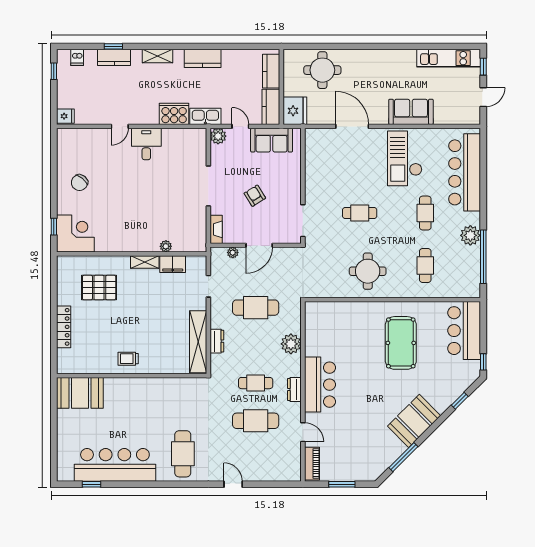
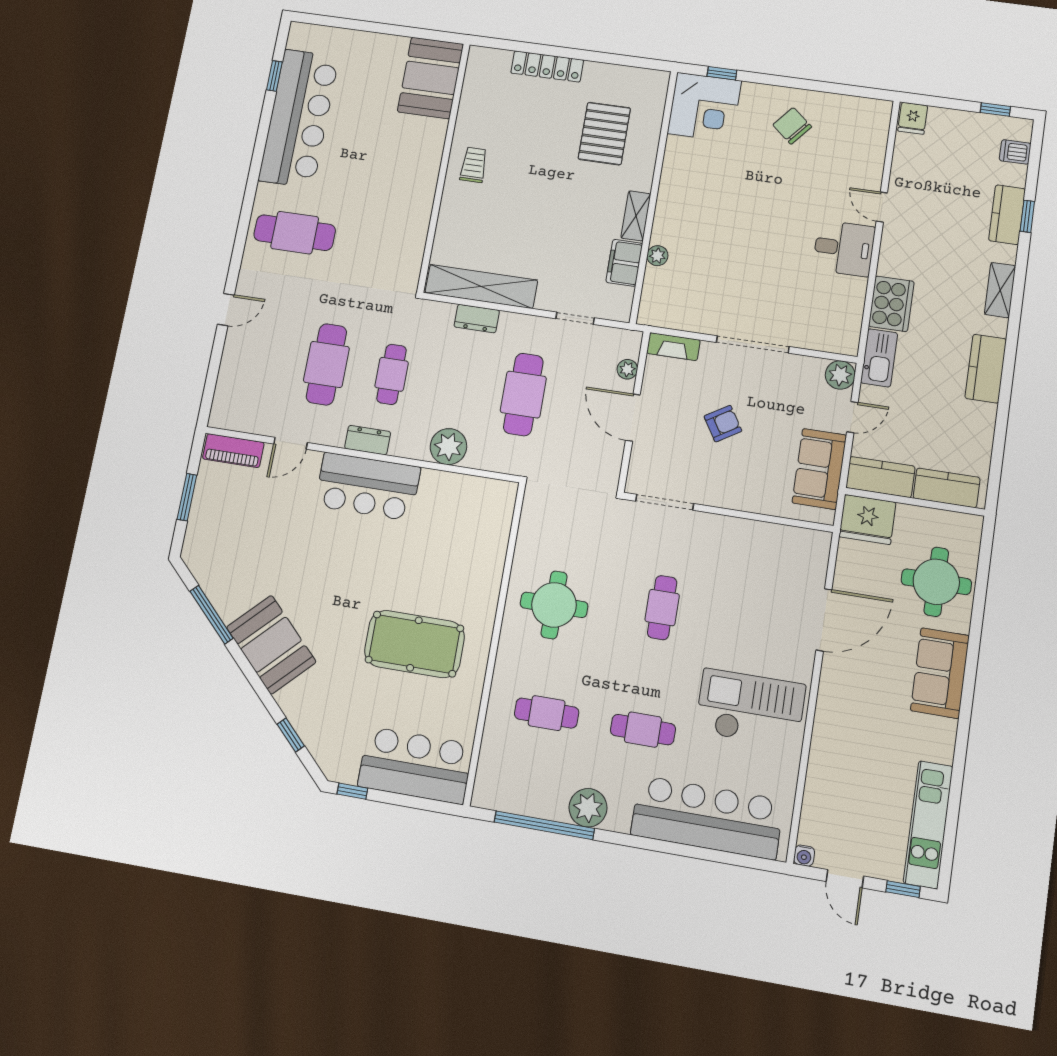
sofa: (411, 112) -> (940, 673), moved, turned 180
water cooler: (475, 120) -> (804, 856), added

